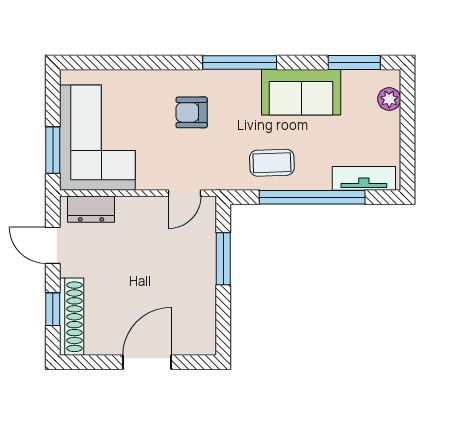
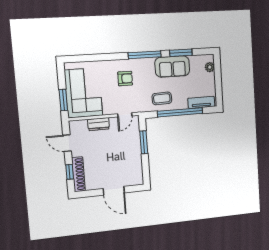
window: (354, 63) -> (181, 53), moved
armchair: (192, 112) -> (125, 79), turned 180
dresser: (91, 209) -> (99, 124), moved
door: (147, 362) -> (114, 191), swing flipped

